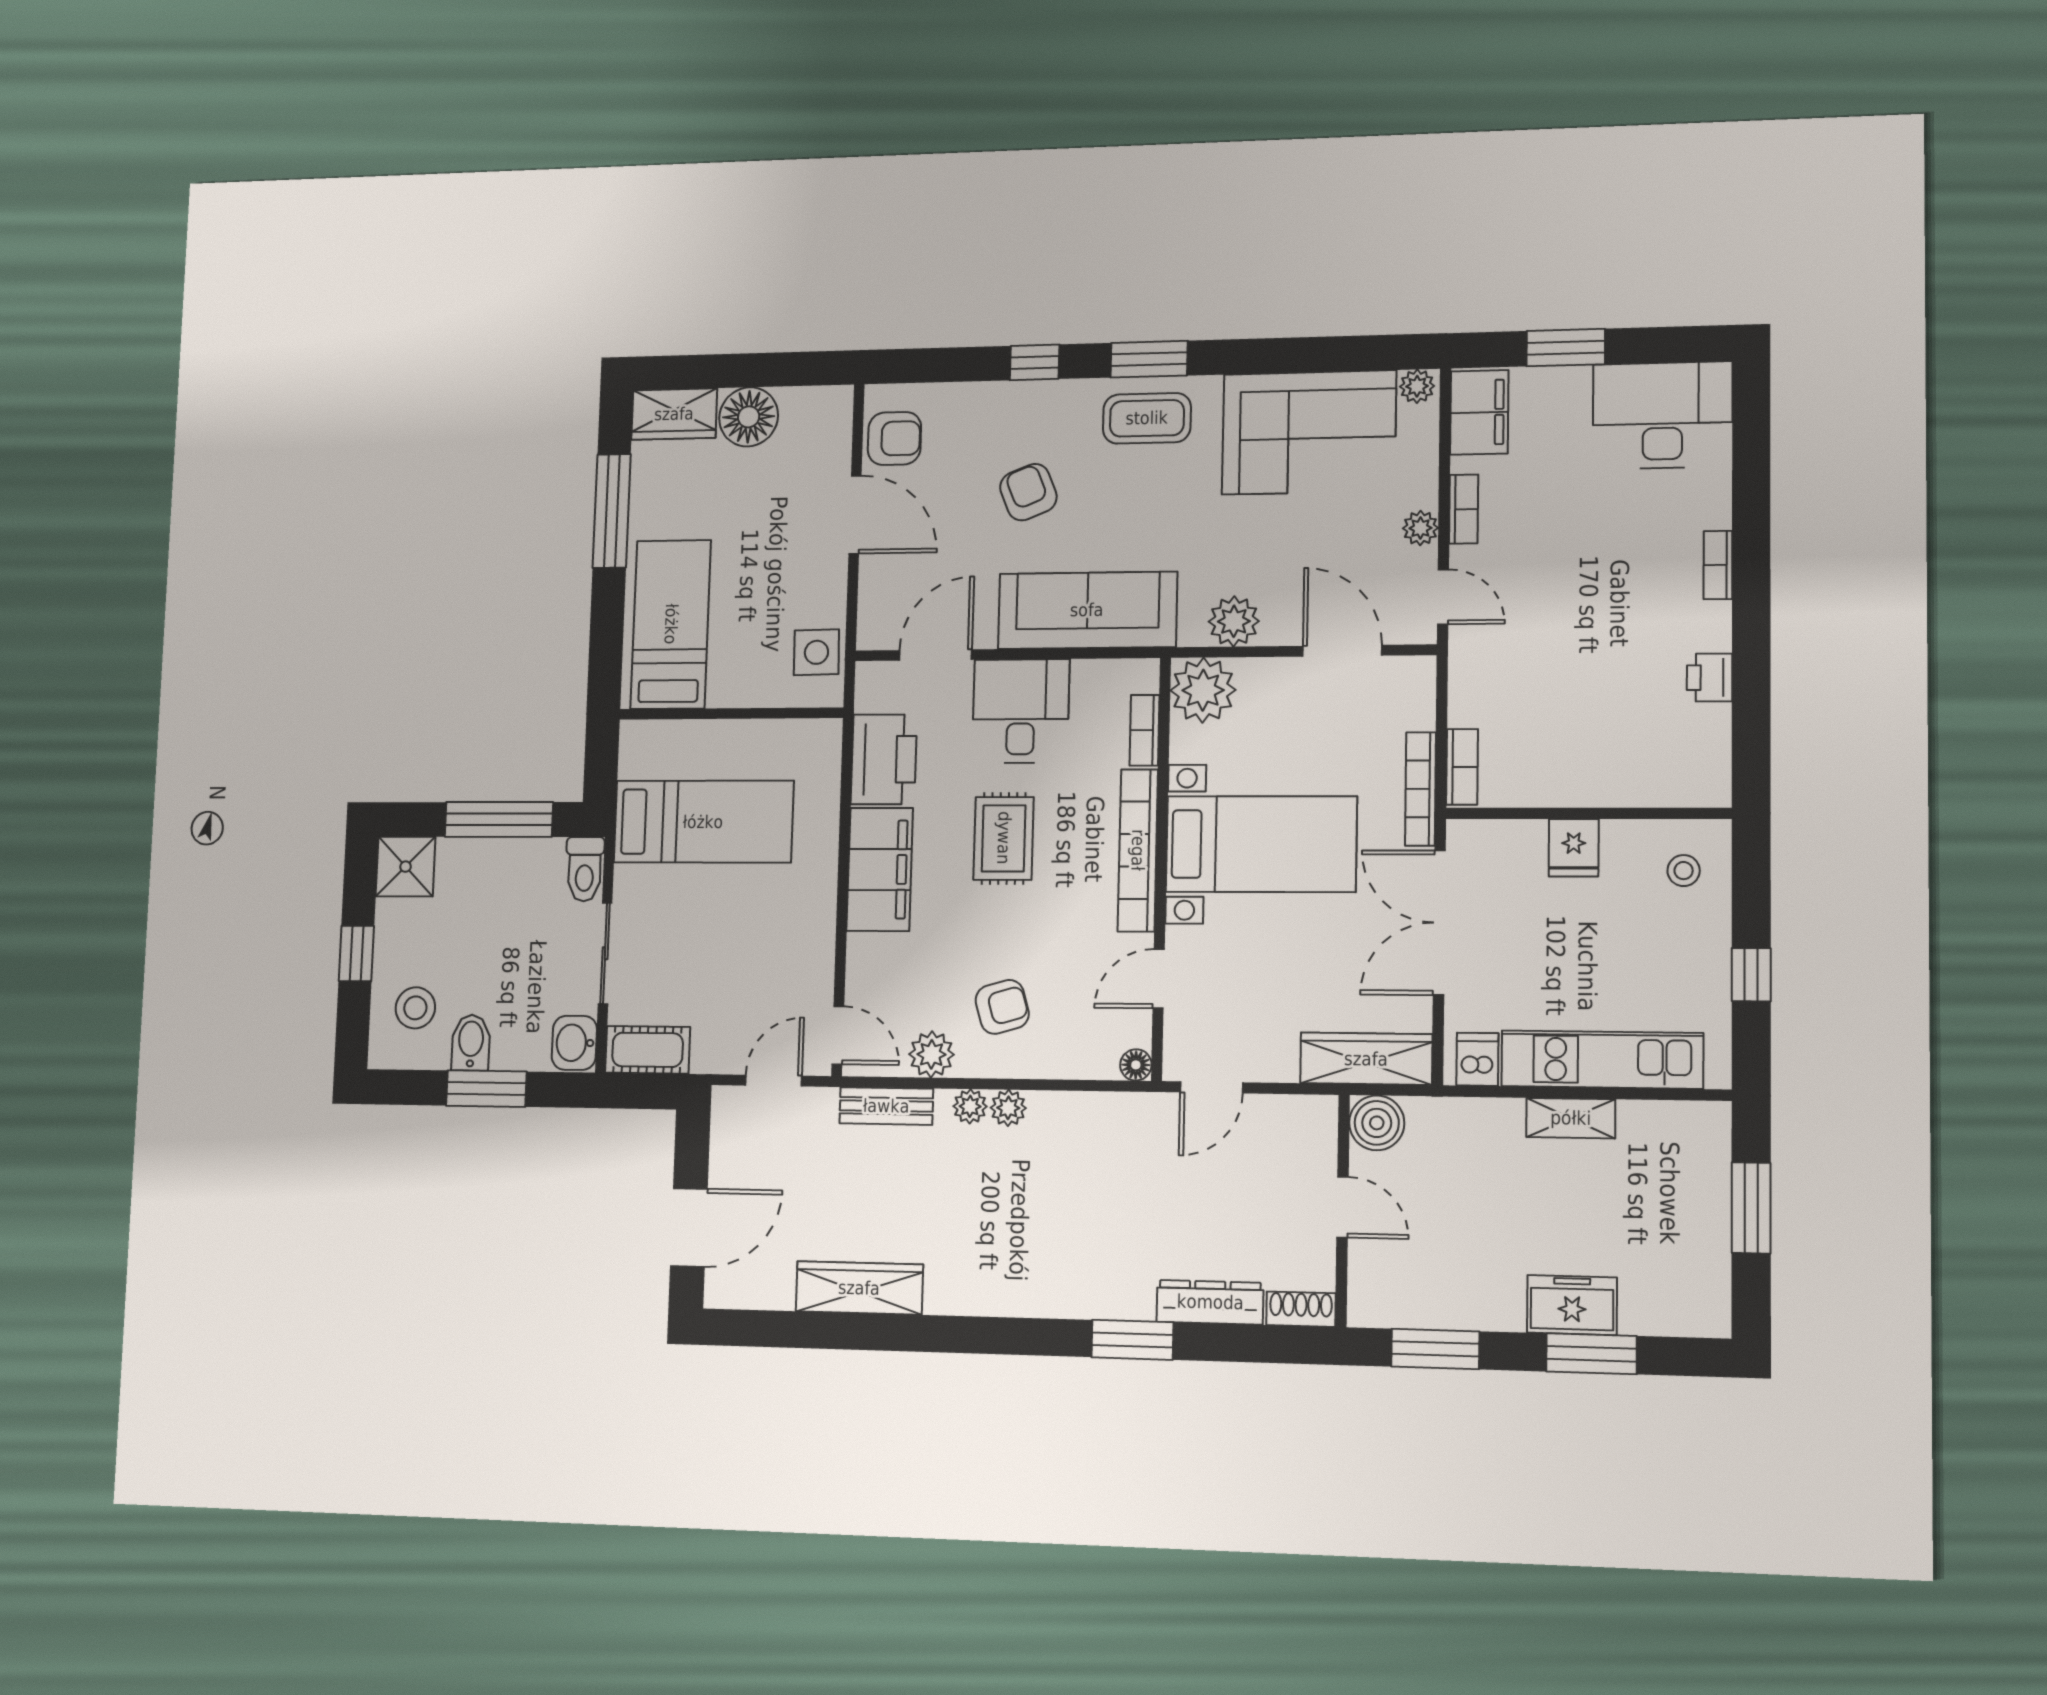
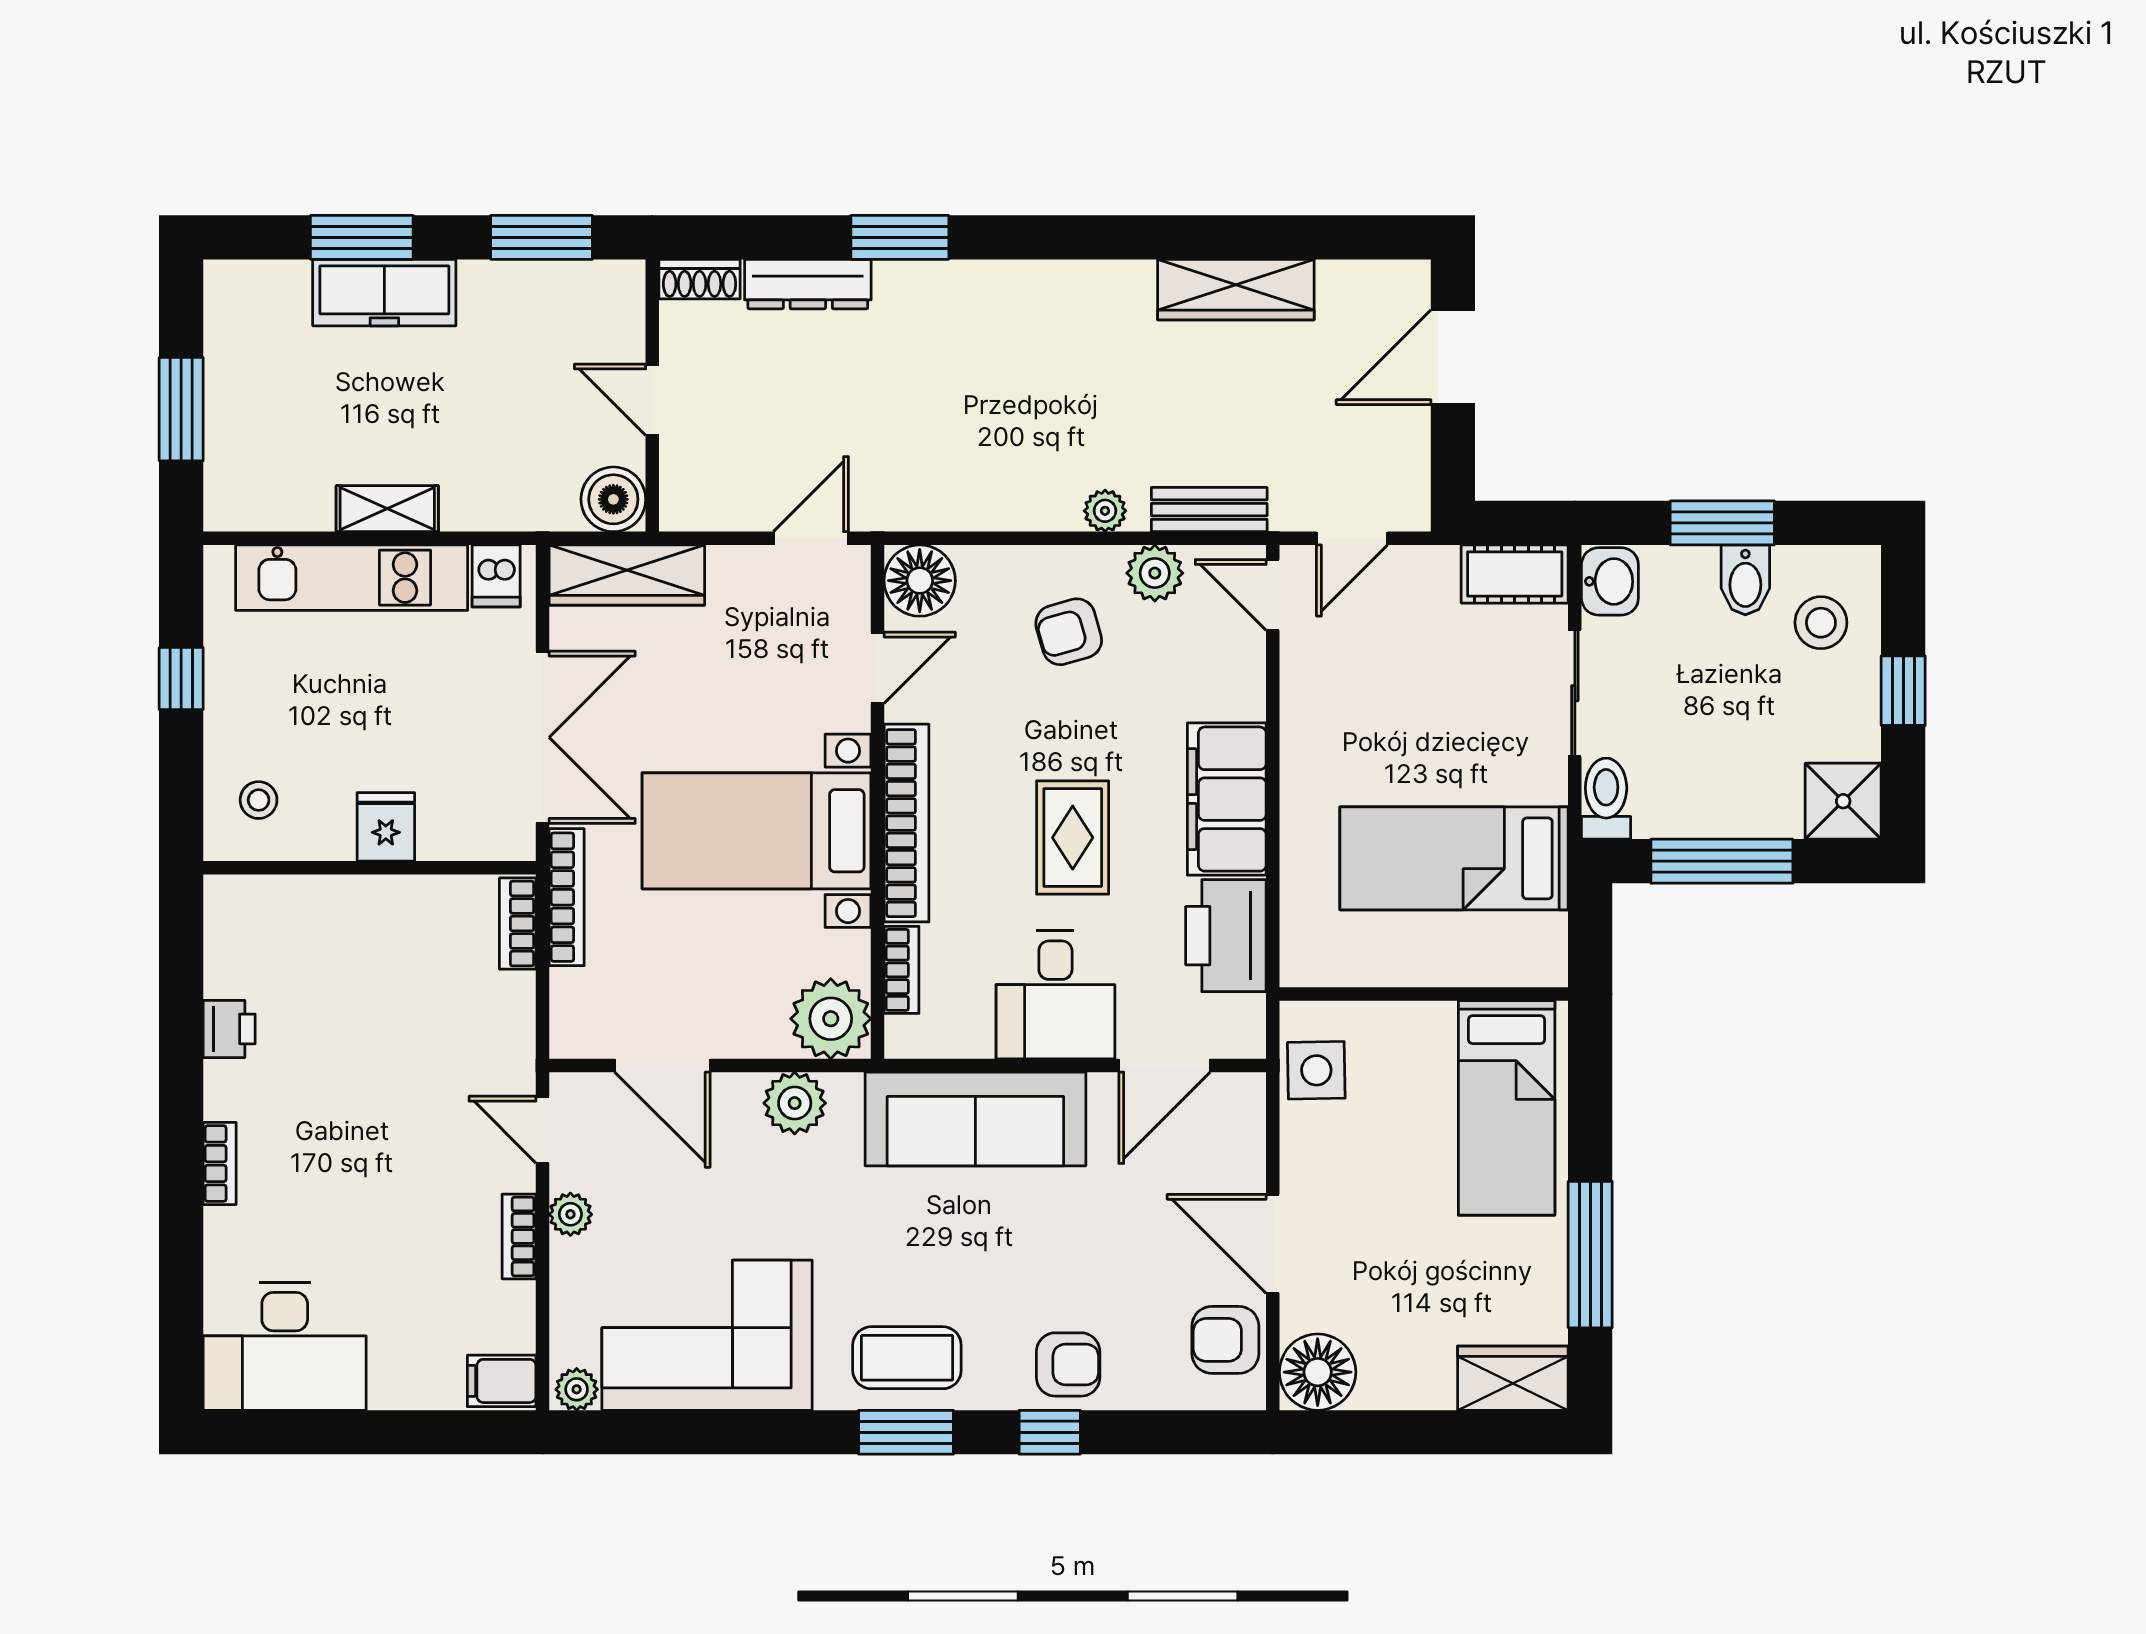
window: (1566, 348) -> (399, 1432), removed
filing cabinet: (1479, 412) -> (502, 1381), width x0.50
floor lamp: (749, 417) -> (1318, 1372), moved
armchair: (1028, 492) -> (1068, 1364), moved, turned -68
floor lamp: (1136, 1065) -> (920, 581), width x1.89, depth x1.89
plant: (1008, 1108) -> (1058, 510), removed
freezer: (1572, 1305) -> (384, 293), width x1.40

